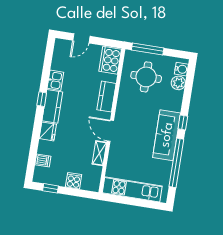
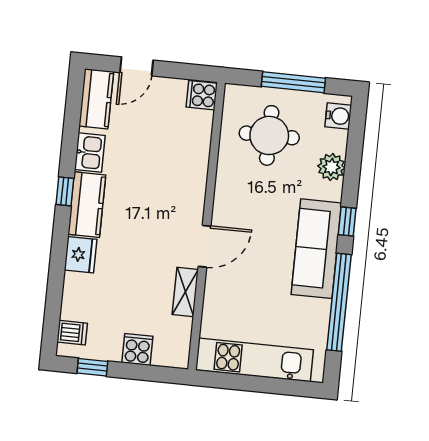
window: (148, 49) -> (293, 82), moved
cooker: (110, 60) -> (202, 95), width x0.53, depth x0.76
plant: (178, 83) -> (331, 167), moved
kitchen counter: (107, 97) -> (96, 99), moved, turned 180
door: (110, 131) -> (204, 246), swing flipped
dishwasher: (43, 160) -> (72, 333), moved

